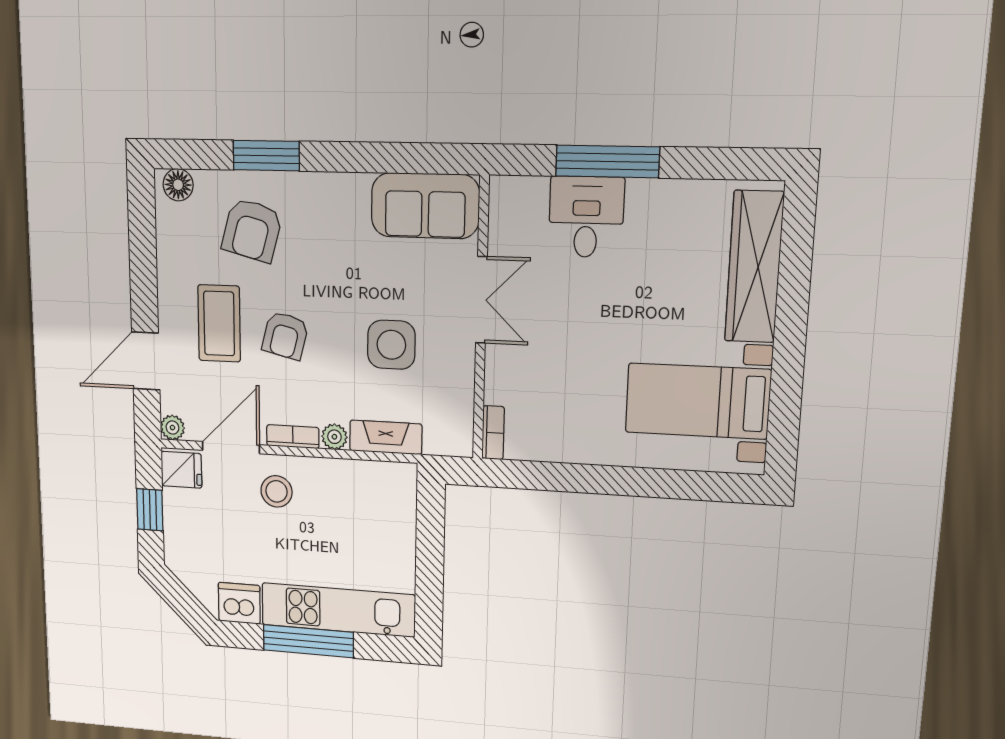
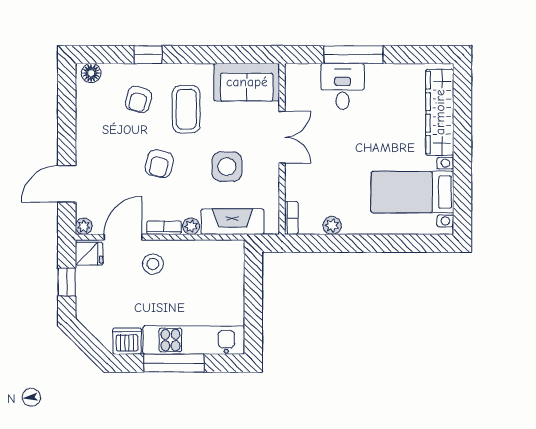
window: (266, 156) -> (148, 55), width x0.67
armchair: (252, 230) -> (139, 100), width x0.72, depth x0.72
coffee table: (219, 323) -> (186, 109), moved
fireplace: (386, 437) -> (232, 222), width x1.37, depth x1.32
plant: (559, 448) -> (332, 225), added

